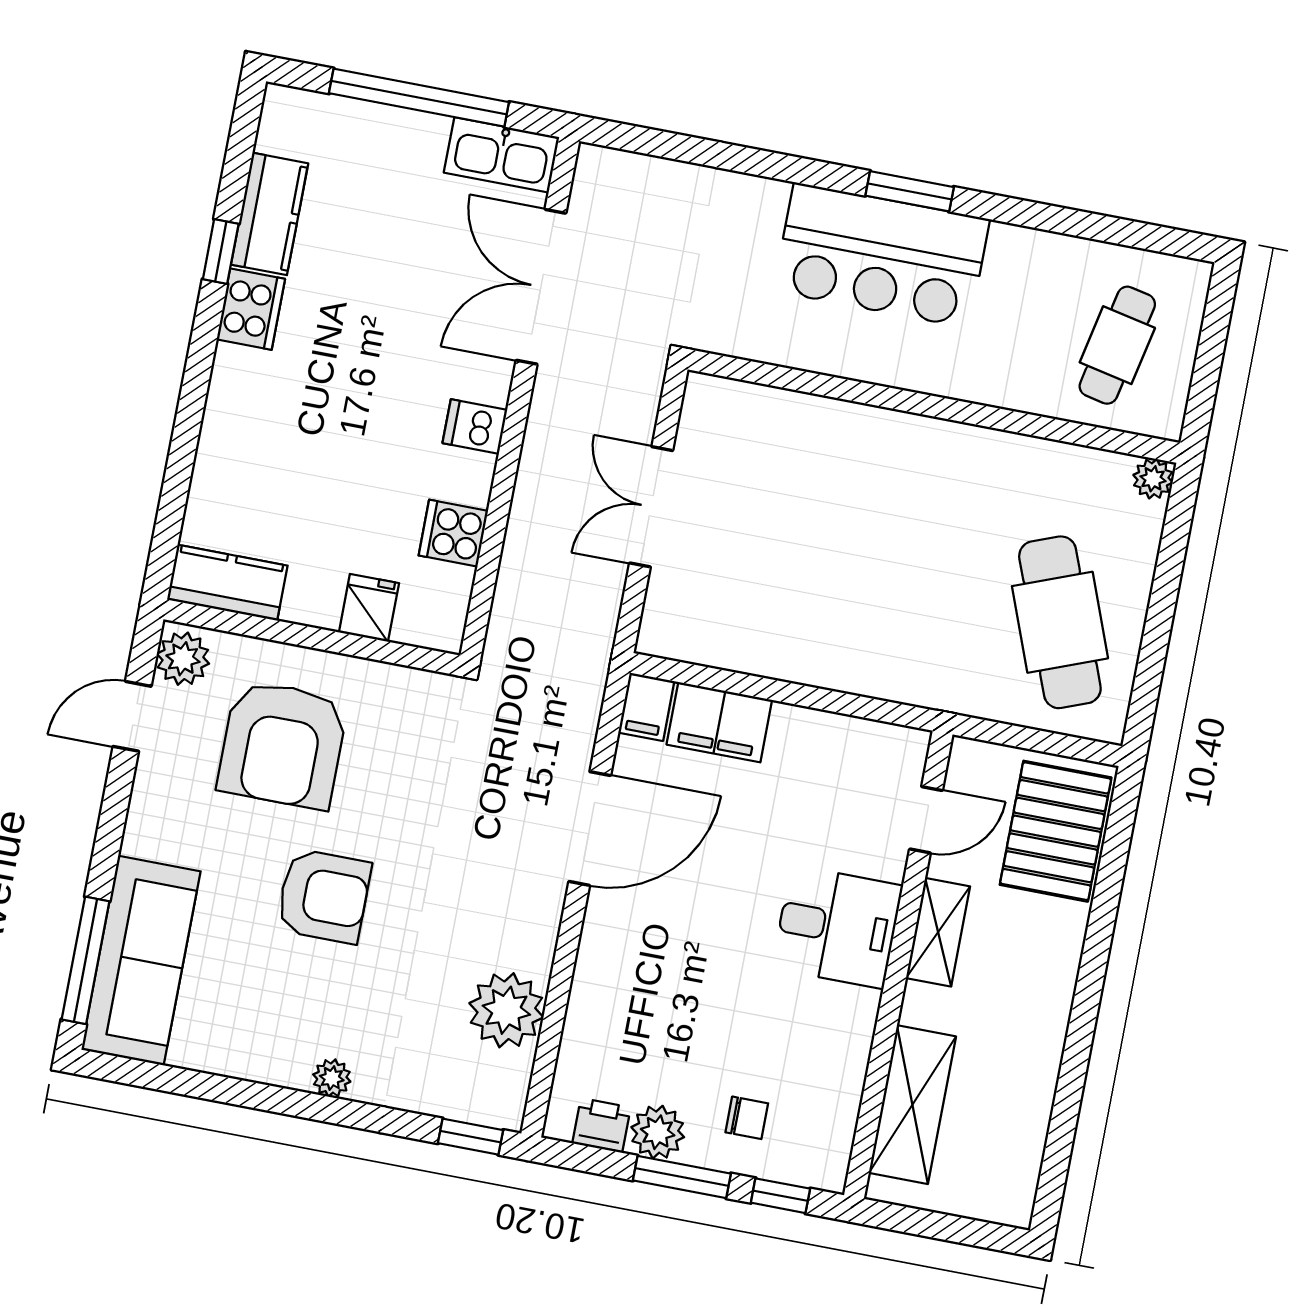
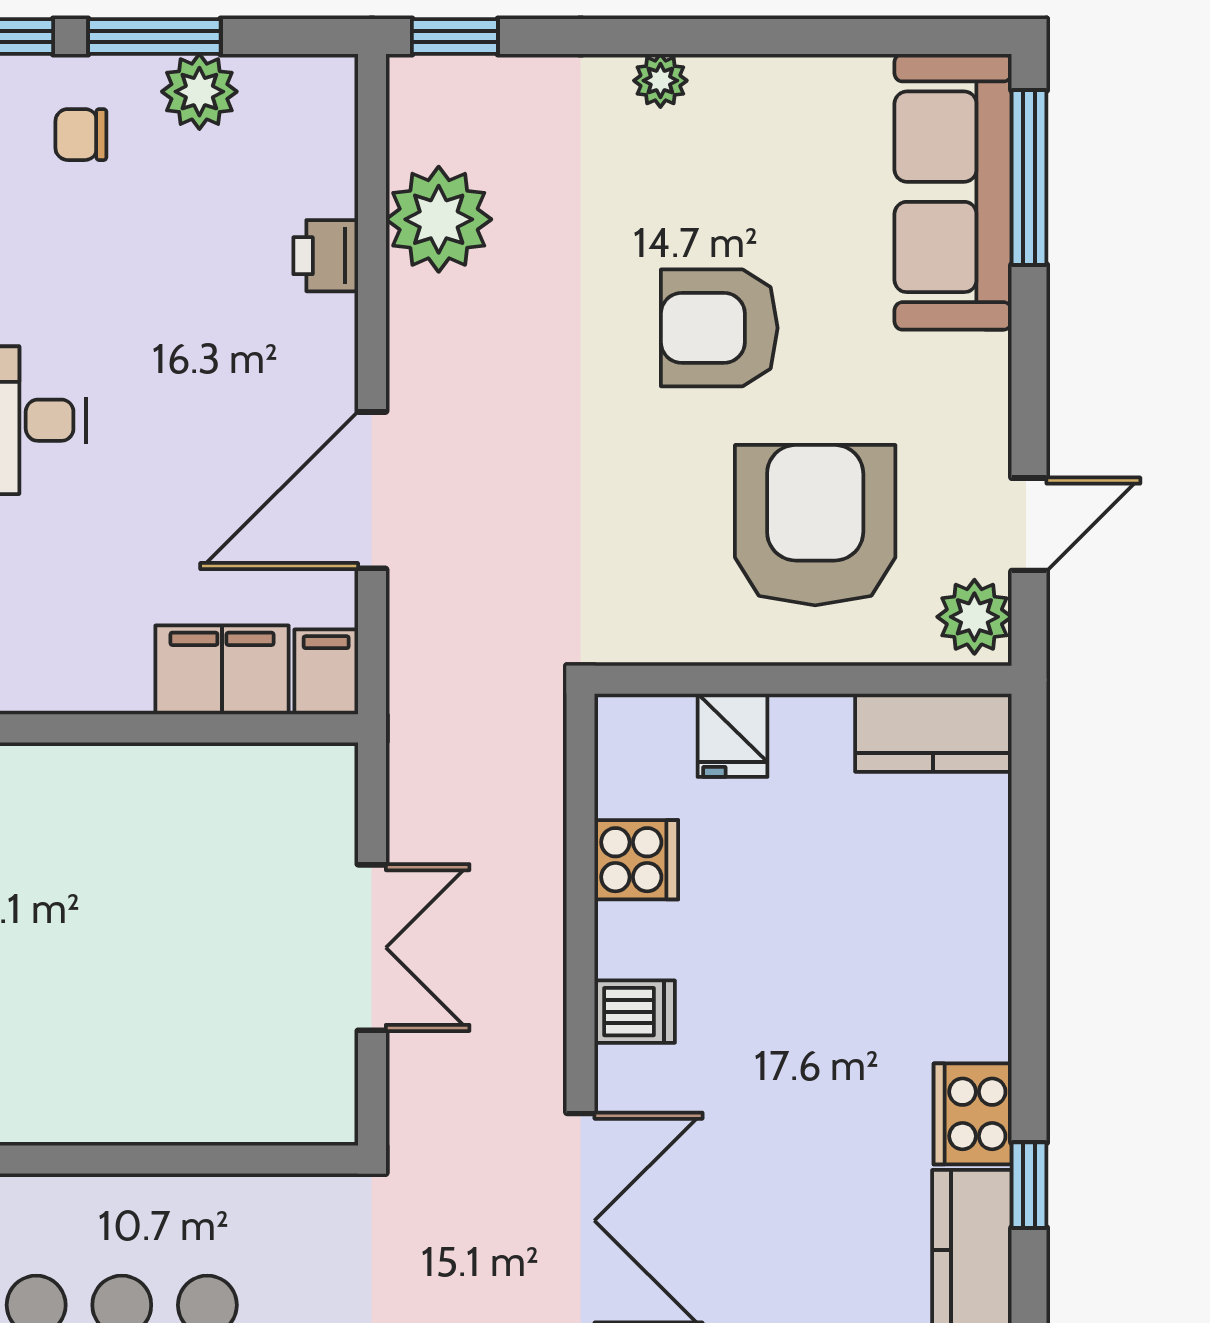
printer: (601, 1125) -> (326, 256), moved, turned 90

